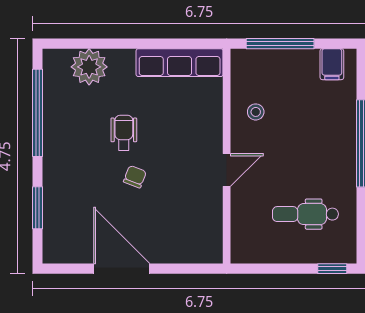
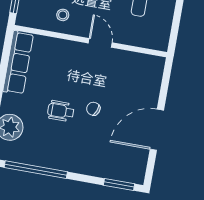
window: (38, 208) -> (119, 185), moved

